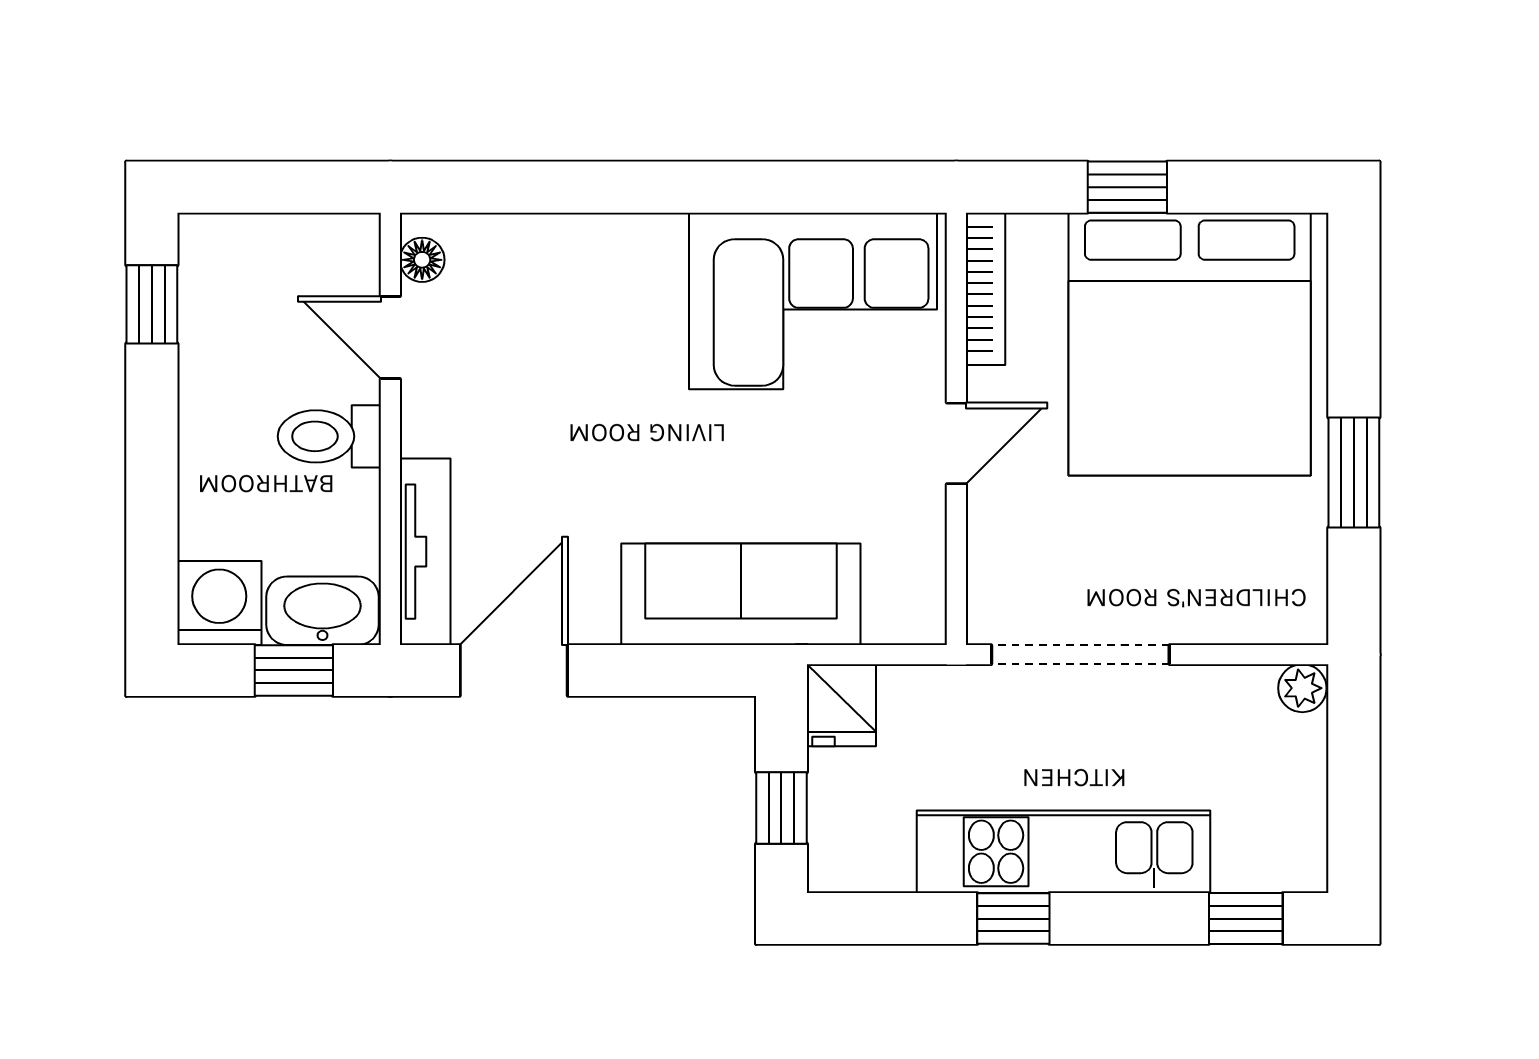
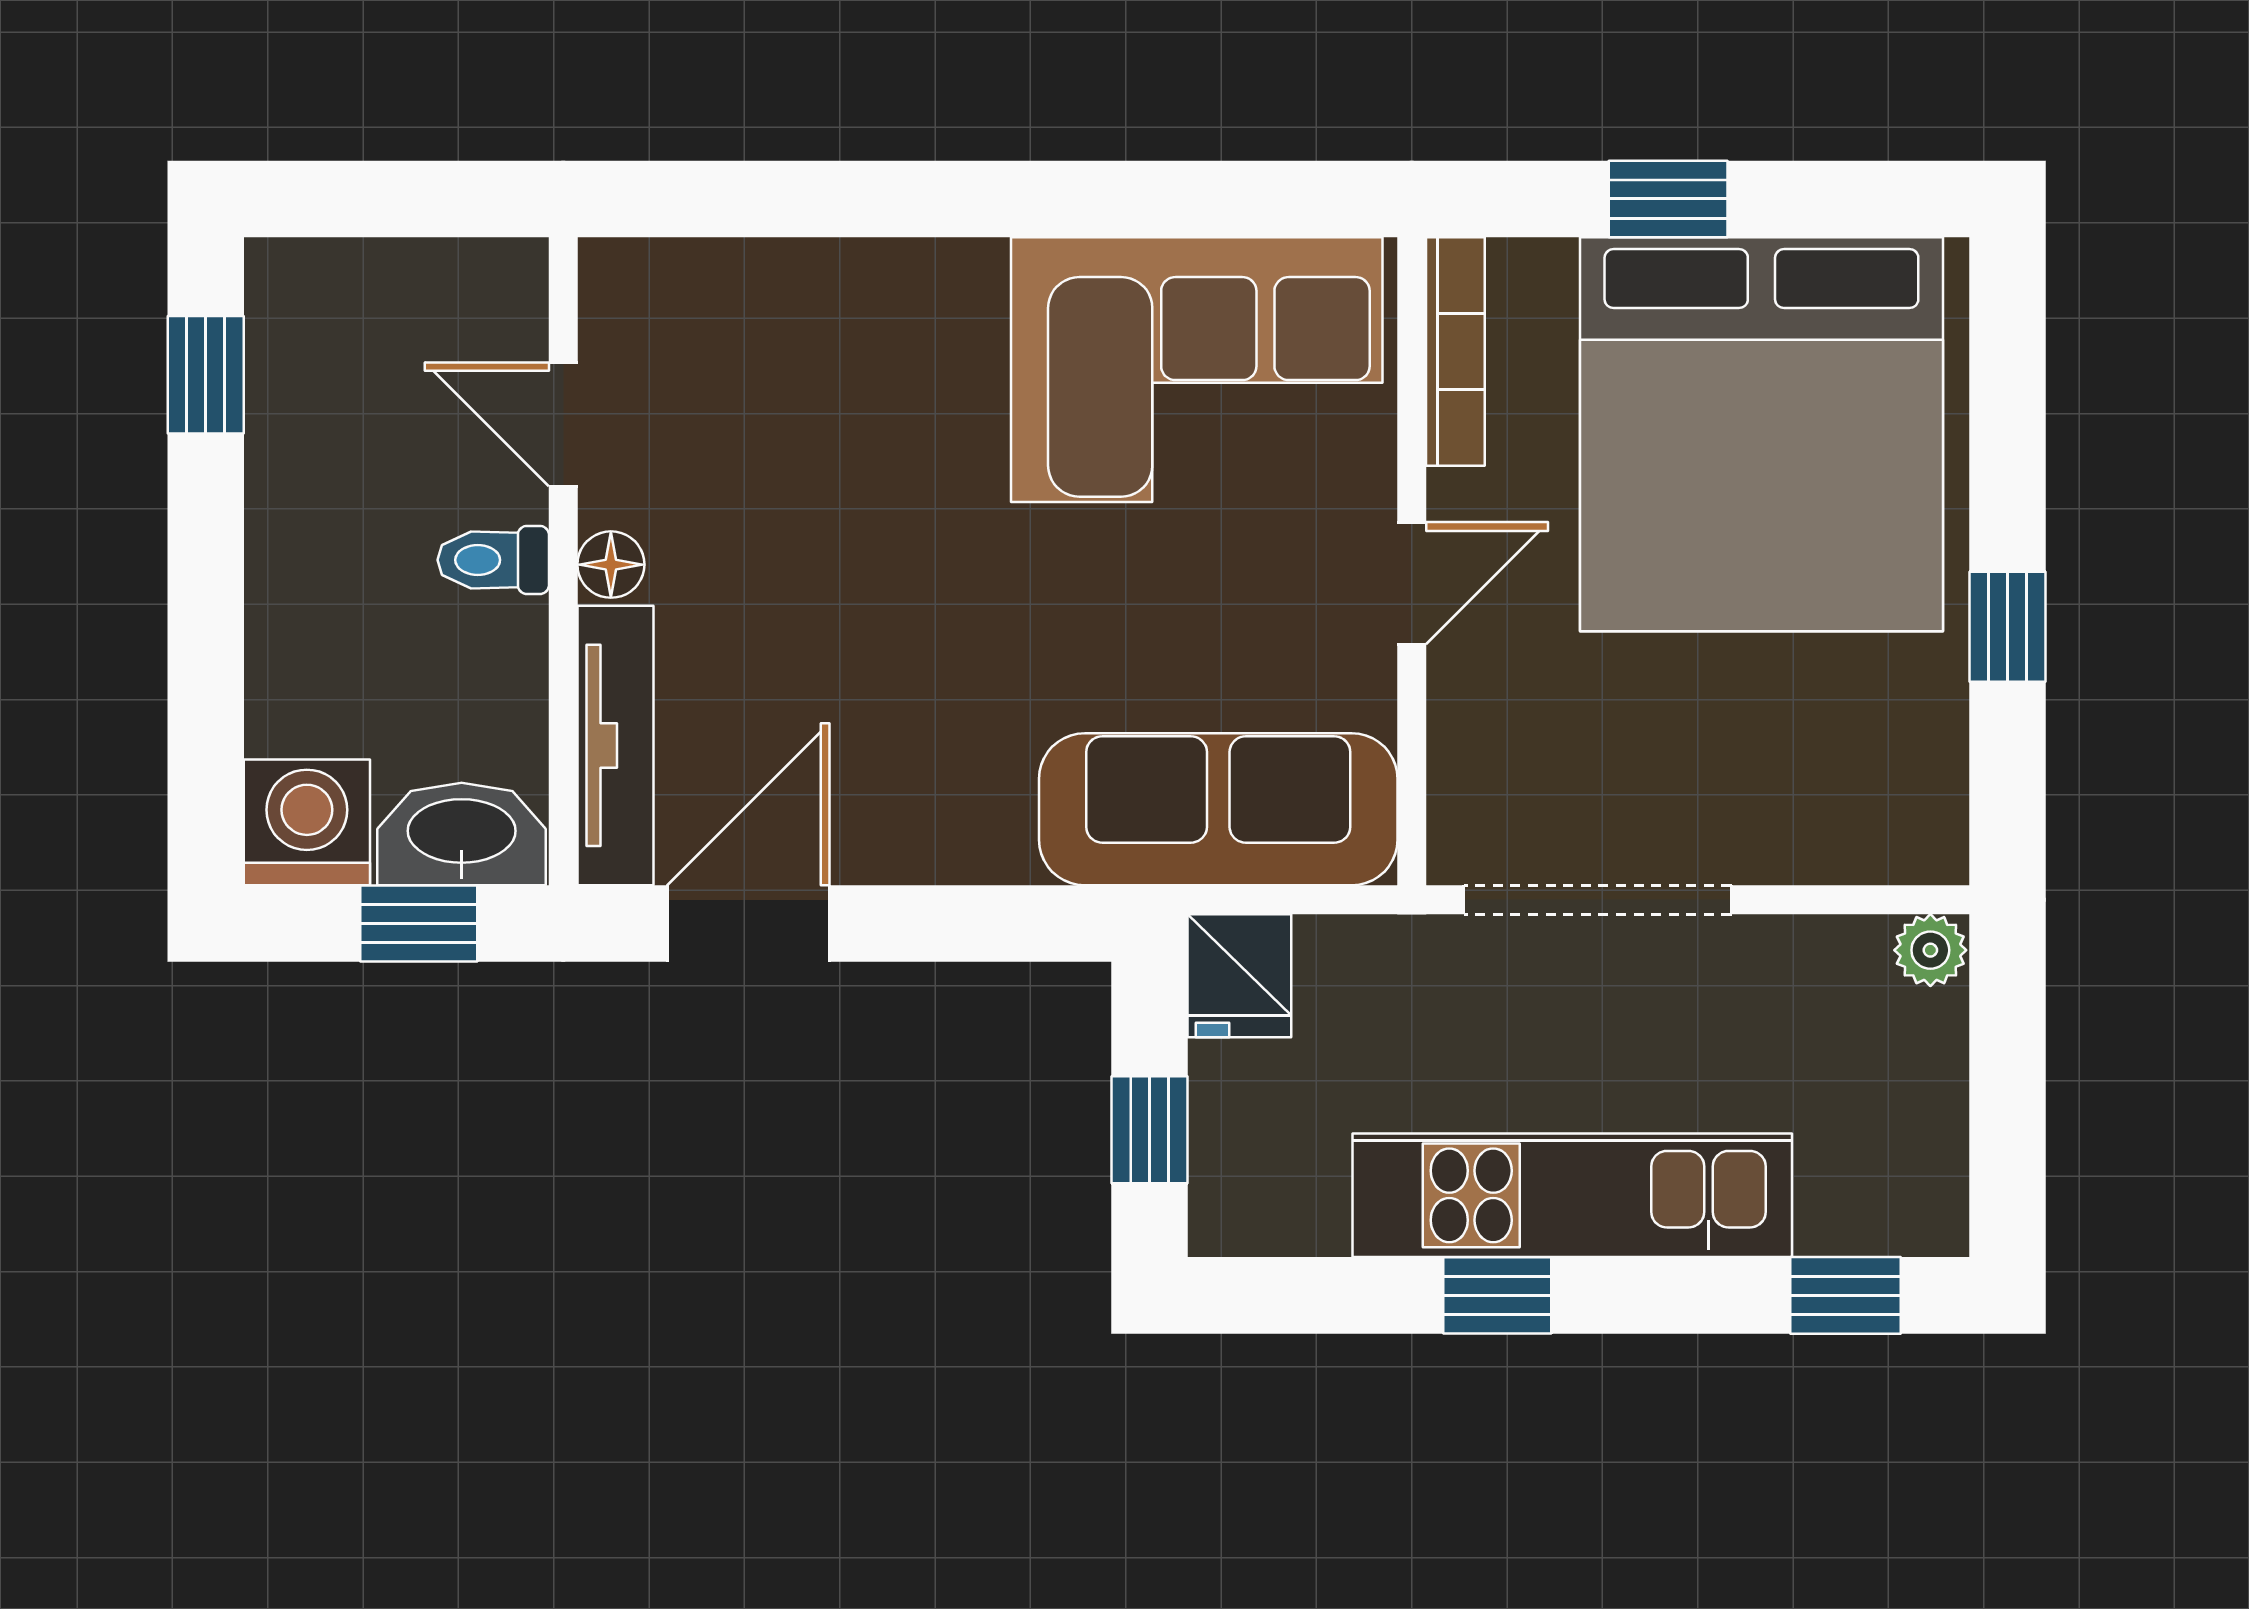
floor lamp: (422, 260) -> (611, 565), moved
toilet: (329, 436) -> (493, 560), width x0.73, depth x0.72
window: (1354, 472) -> (2008, 627), width x0.67
sofa: (741, 594) -> (1218, 809), moved

